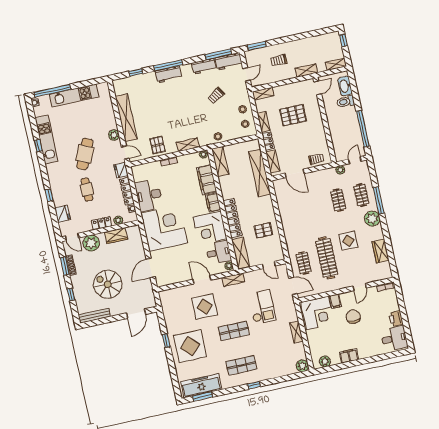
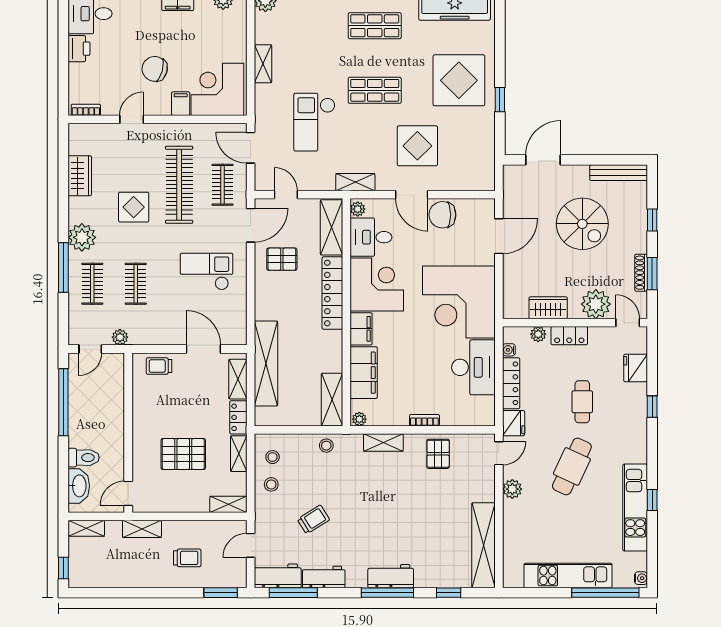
shelving: (126, 118) -> (483, 545), moved
door: (125, 152) -> (499, 453), swing flipped
checkout: (302, 215) -> (207, 272), added
door: (284, 245) -> (251, 225), added
chair: (183, 273) -> (442, 215), added
chair: (353, 317) -> (155, 69), turned 106

